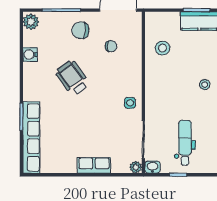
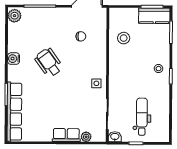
chair: (80, 30) -> (56, 23), removed
water cooler: (30, 55) -> (14, 59), moved
plant: (136, 167) -> (86, 137), moved

